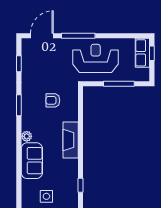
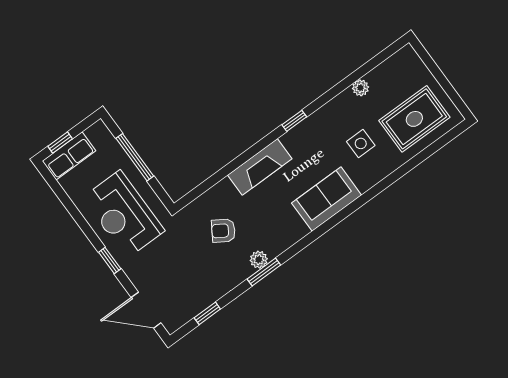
window: (78, 36) -> (110, 260), width x0.46
armchair: (53, 100) -> (223, 231), turned 122
plant: (27, 136) -> (259, 260), moved
window: (80, 185) -> (294, 121), moved

